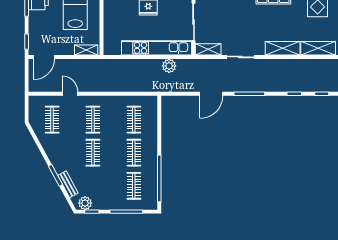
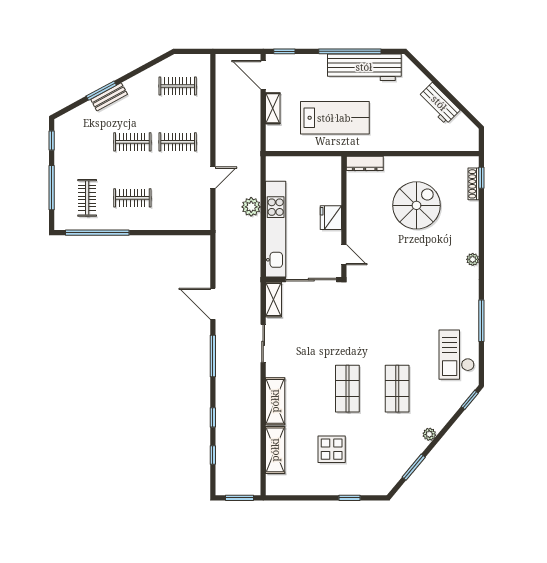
shelving: (86, 50) -> (273, 108), moved
plant: (169, 66) -> (251, 207), moved
door: (70, 94) -> (213, 178), moved
clothes rail: (134, 120) -> (178, 198), removed
bench: (68, 184) -> (109, 97), moved
clothes rail: (134, 186) -> (87, 198), turned 90
plant: (85, 203) -> (63, 131), removed

